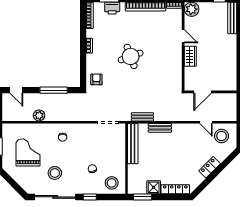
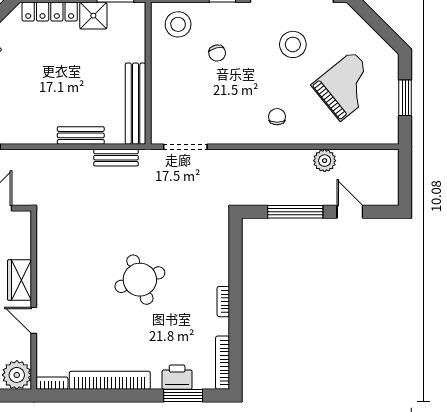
armchair: (96, 79) -> (209, 233), removed
door: (16, 90) -> (350, 212), moved
grand piano: (28, 152) -> (347, 86), turned -129

